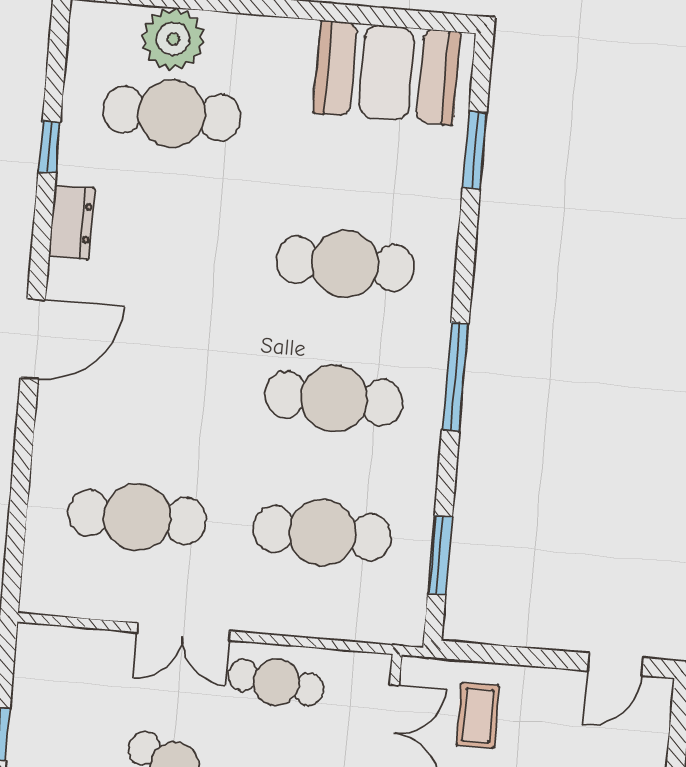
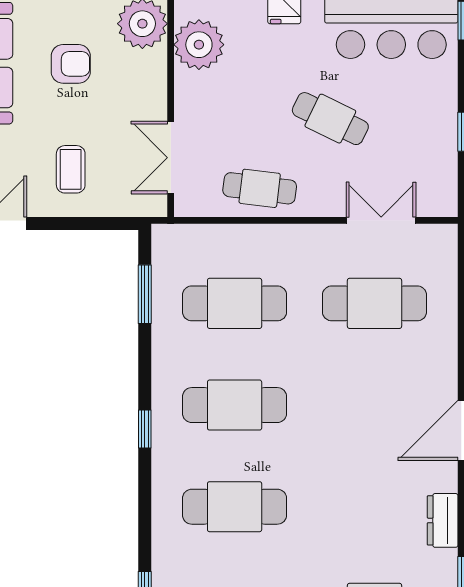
window: (455, 377) -> (145, 429), width x0.46
double door: (183, 632) -> (381, 220), moved
coffee table: (478, 715) -> (71, 169), moved

